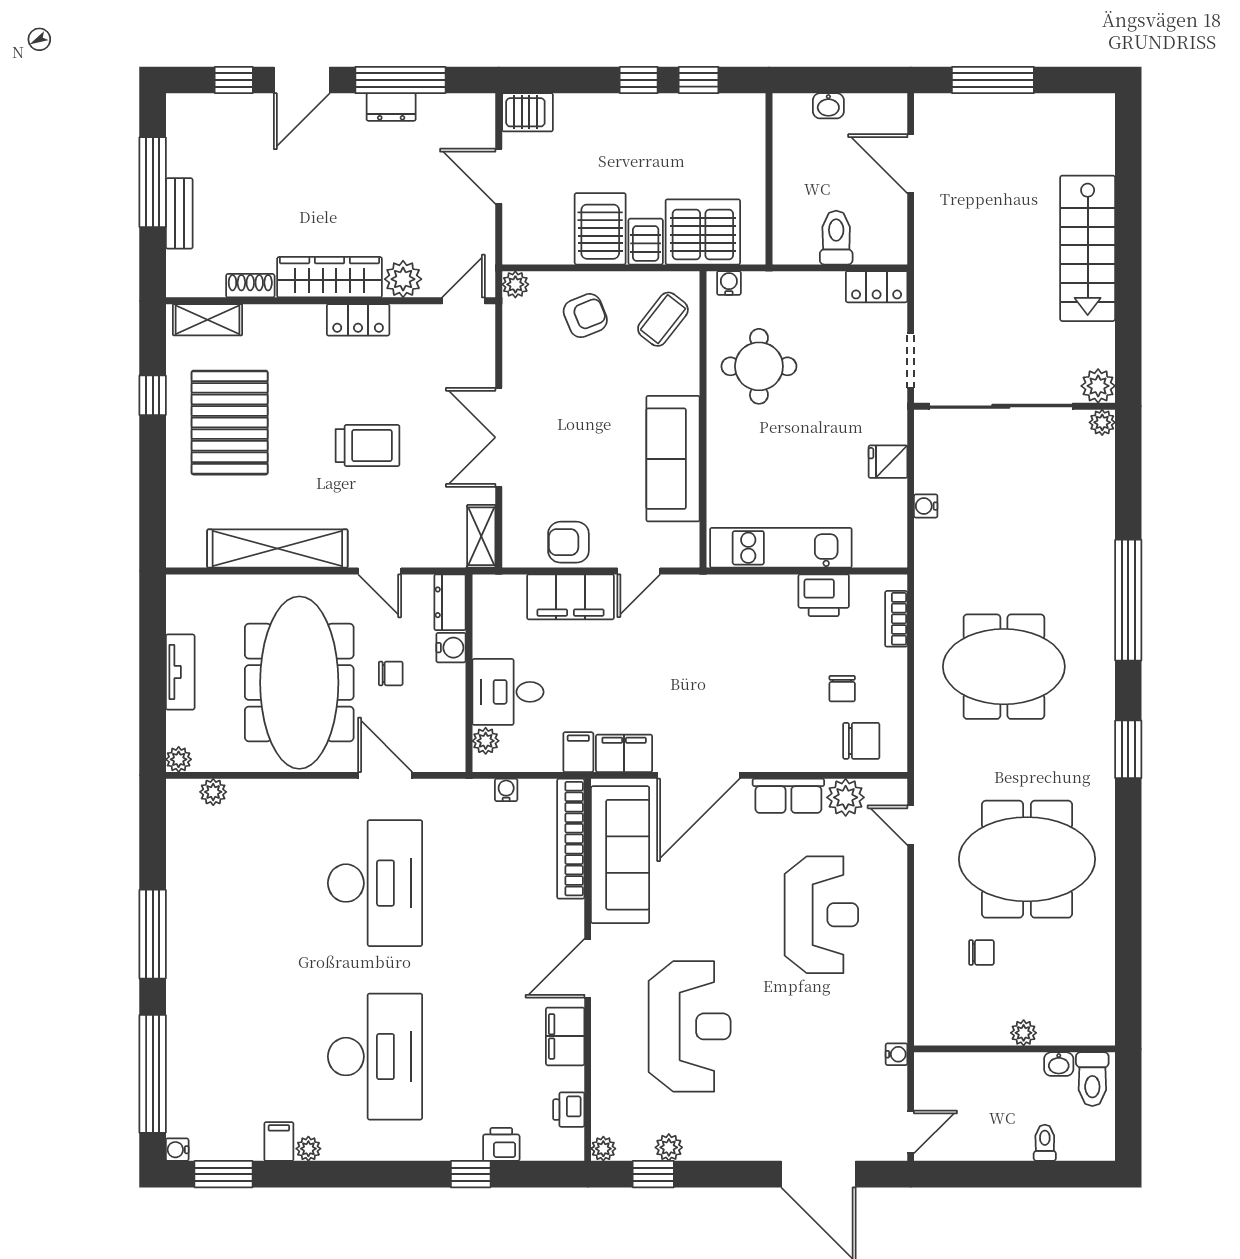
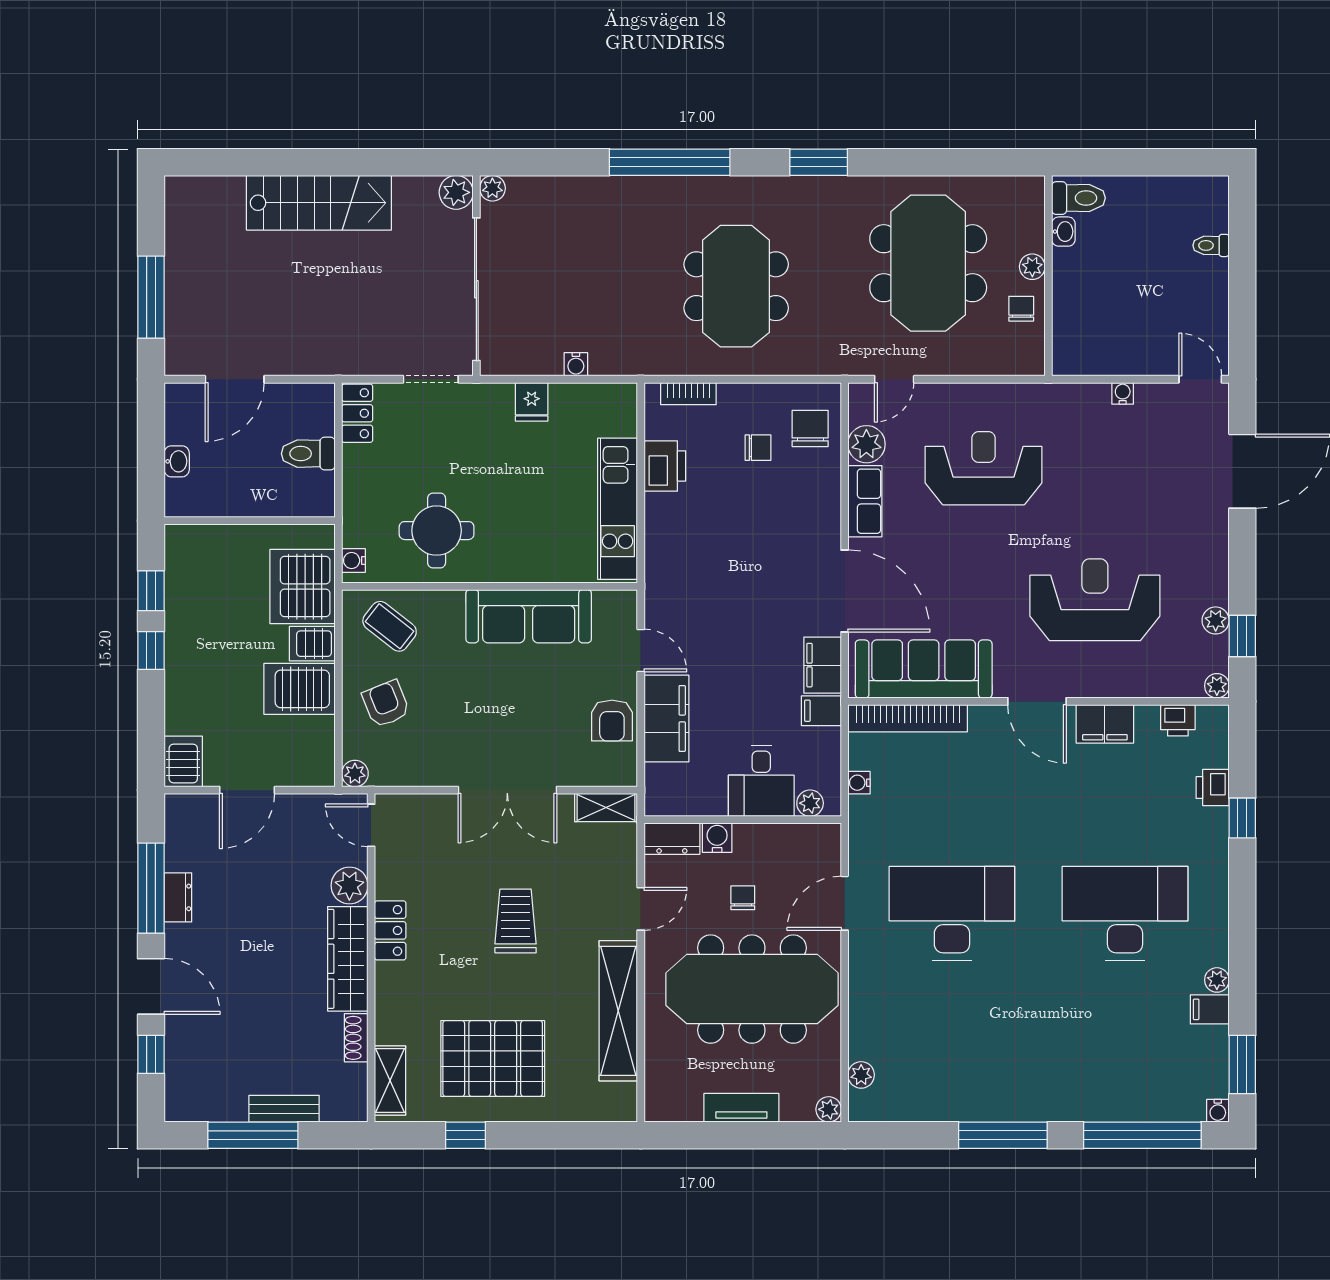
plant: (1024, 1033) -> (1032, 267), moved
wall: (1014, 1049) -> (1048, 276), moved
washbasin: (1059, 1064) -> (1063, 232), moved
toilet: (1092, 1079) -> (1078, 198), moved

